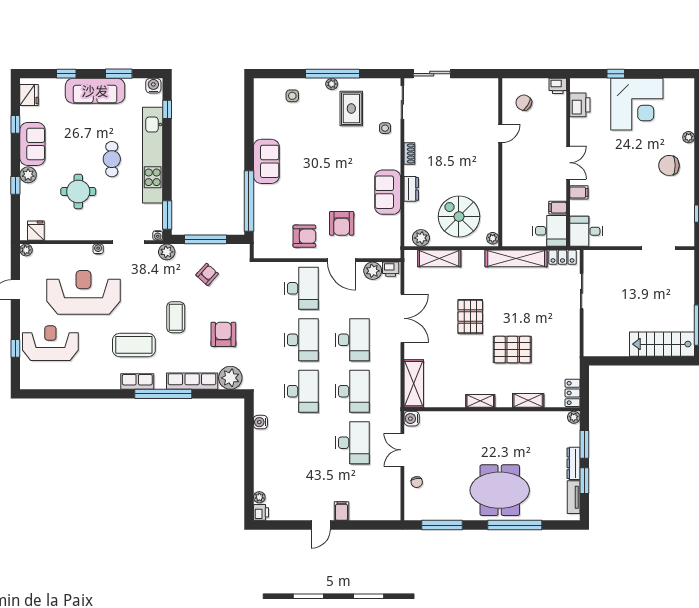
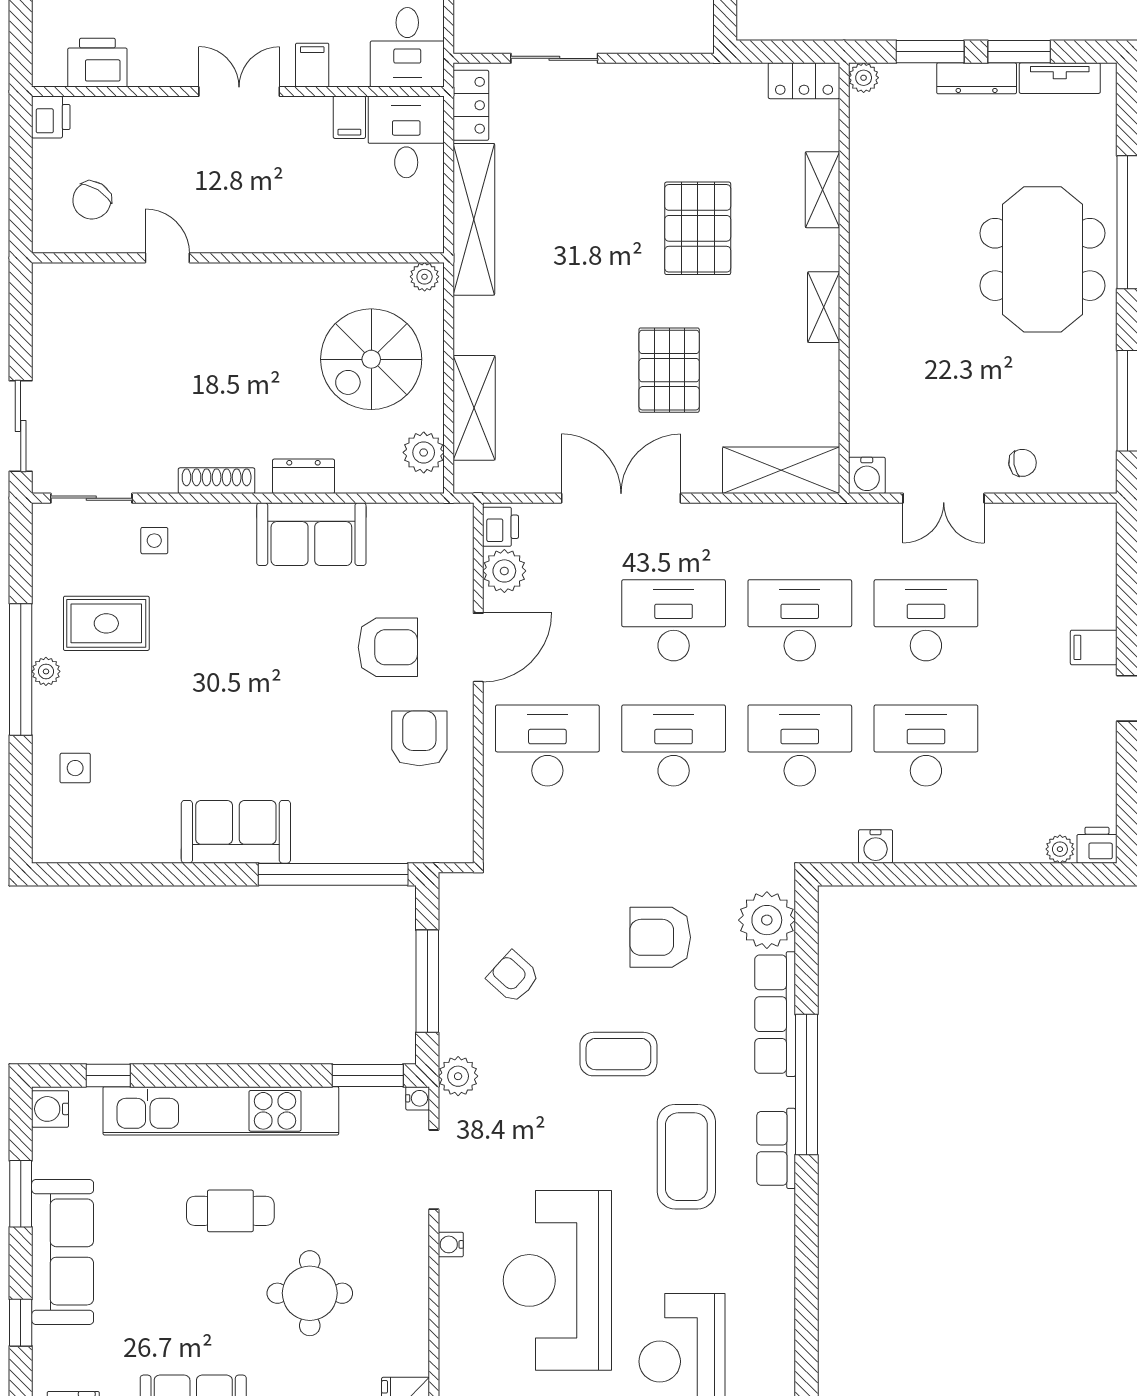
shoe rack: (409, 153) -> (217, 481), width x1.43
pallet: (470, 317) -> (669, 370), moved, turned 90
desk: (302, 443) -> (926, 746), added

